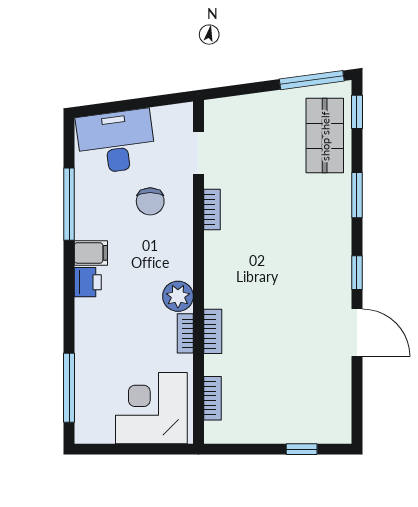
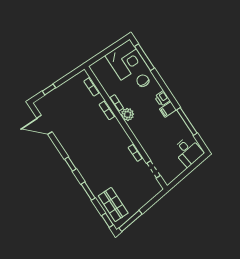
desk: (116, 142) -> (188, 151), width x0.73
chair: (150, 201) -> (143, 81), moved
door: (357, 333) -> (45, 125), moved
corner desk: (151, 408) -> (125, 60), moved

